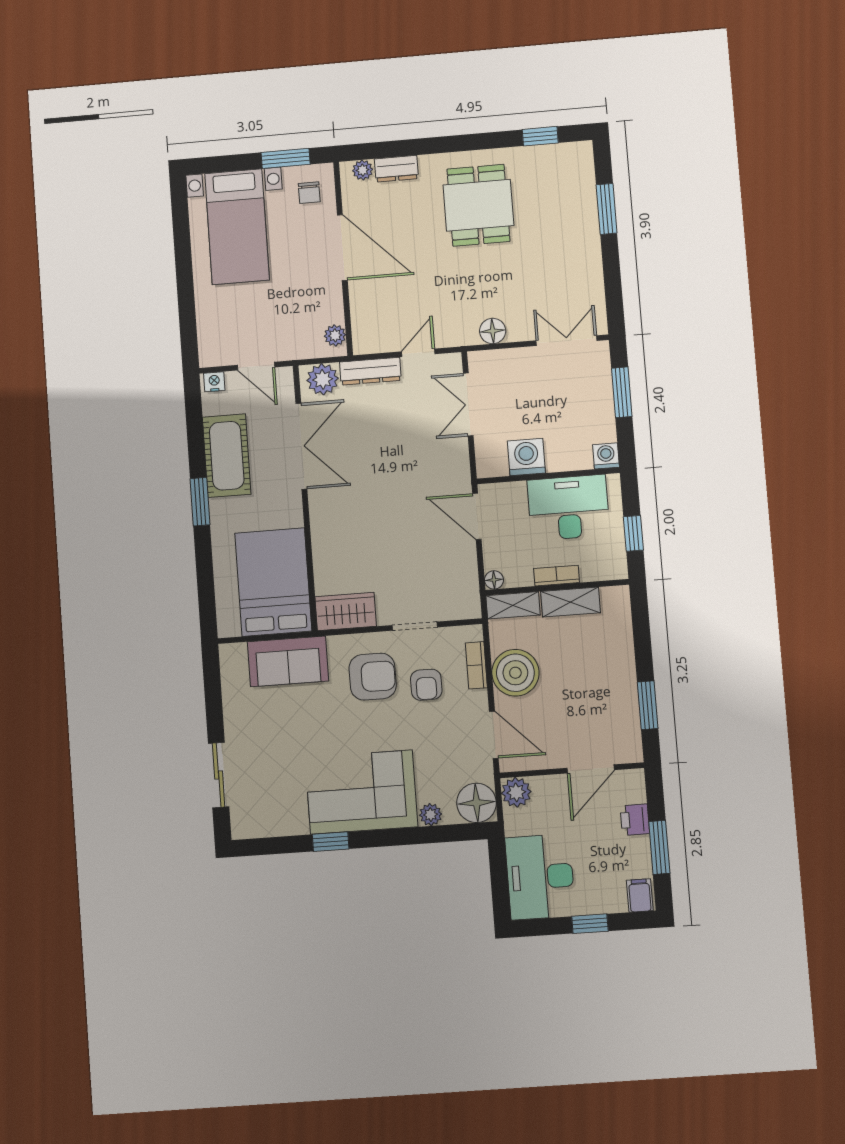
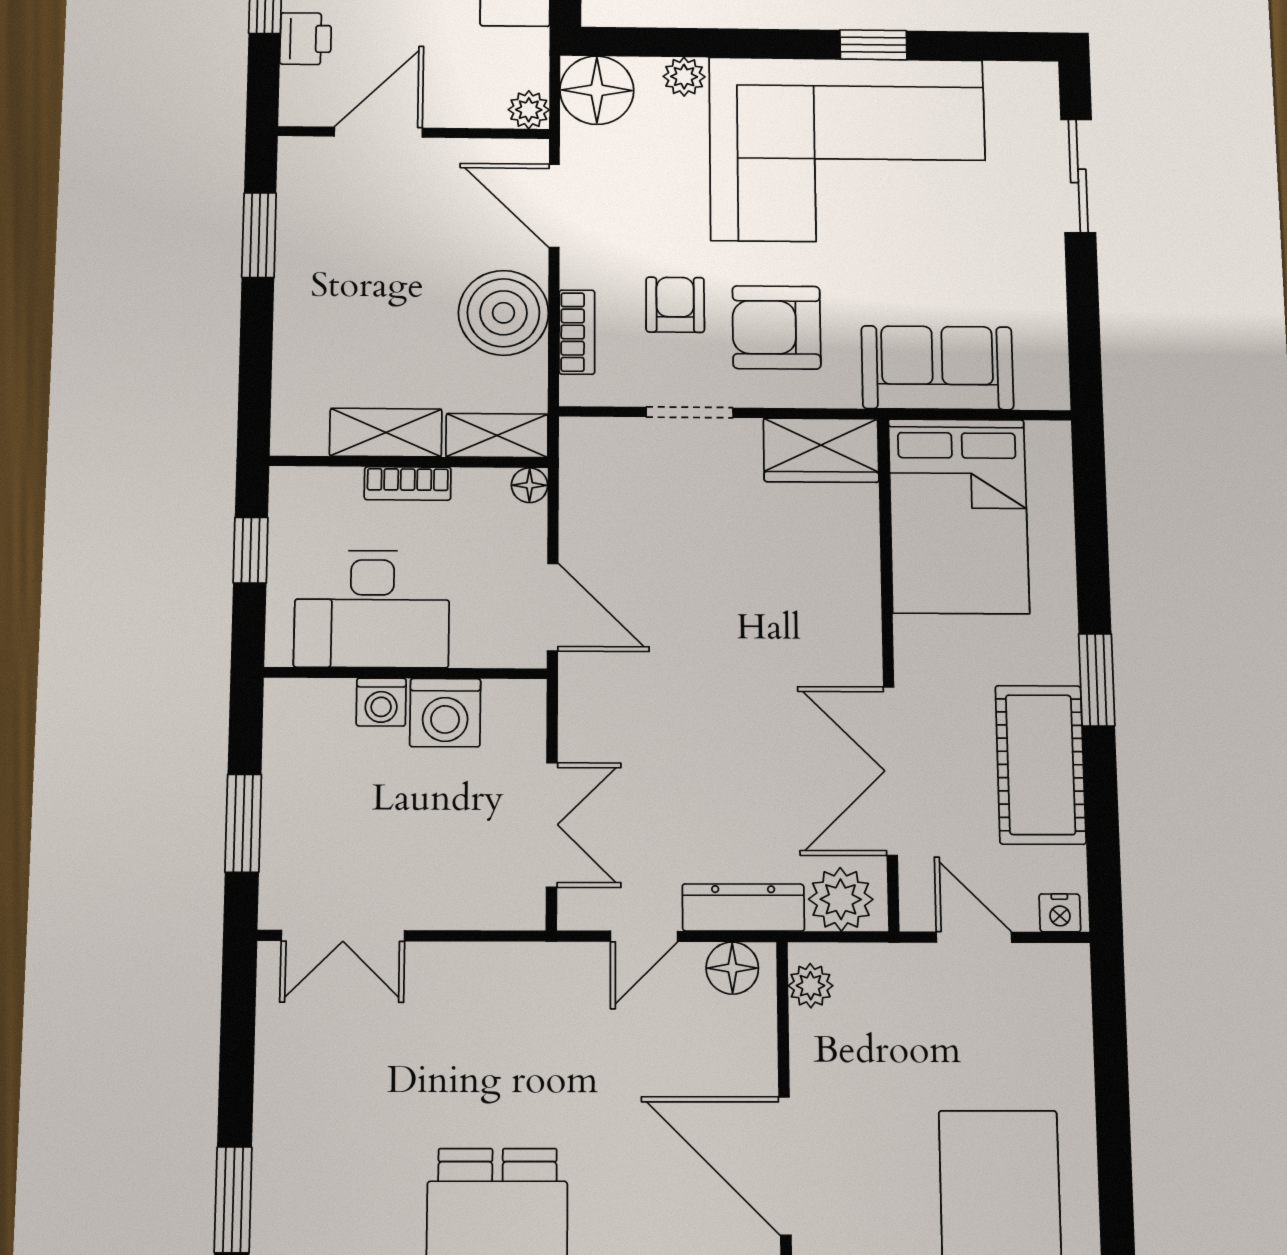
floor lamp: (493, 331) -> (732, 968), moved
washing machine: (606, 456) -> (381, 702), moved
corner sofa: (361, 792) -> (848, 150), width x1.36, depth x1.36
plant: (516, 792) -> (529, 110), width x0.73, depth x0.73

